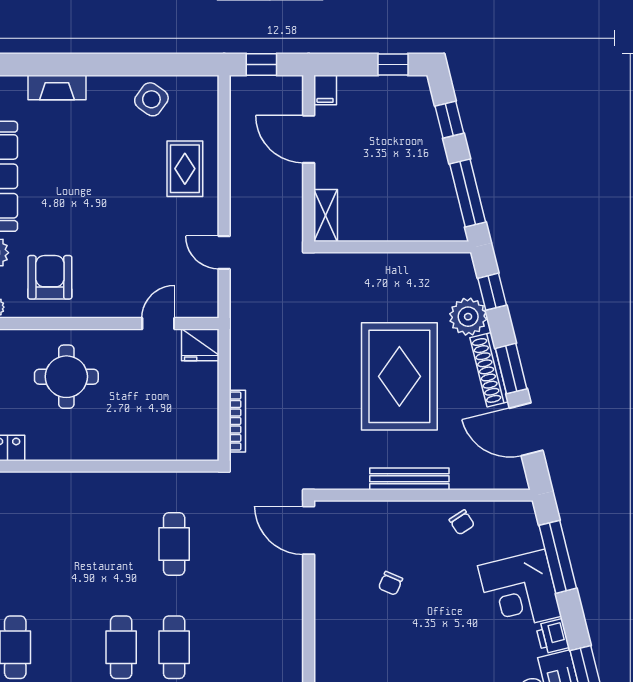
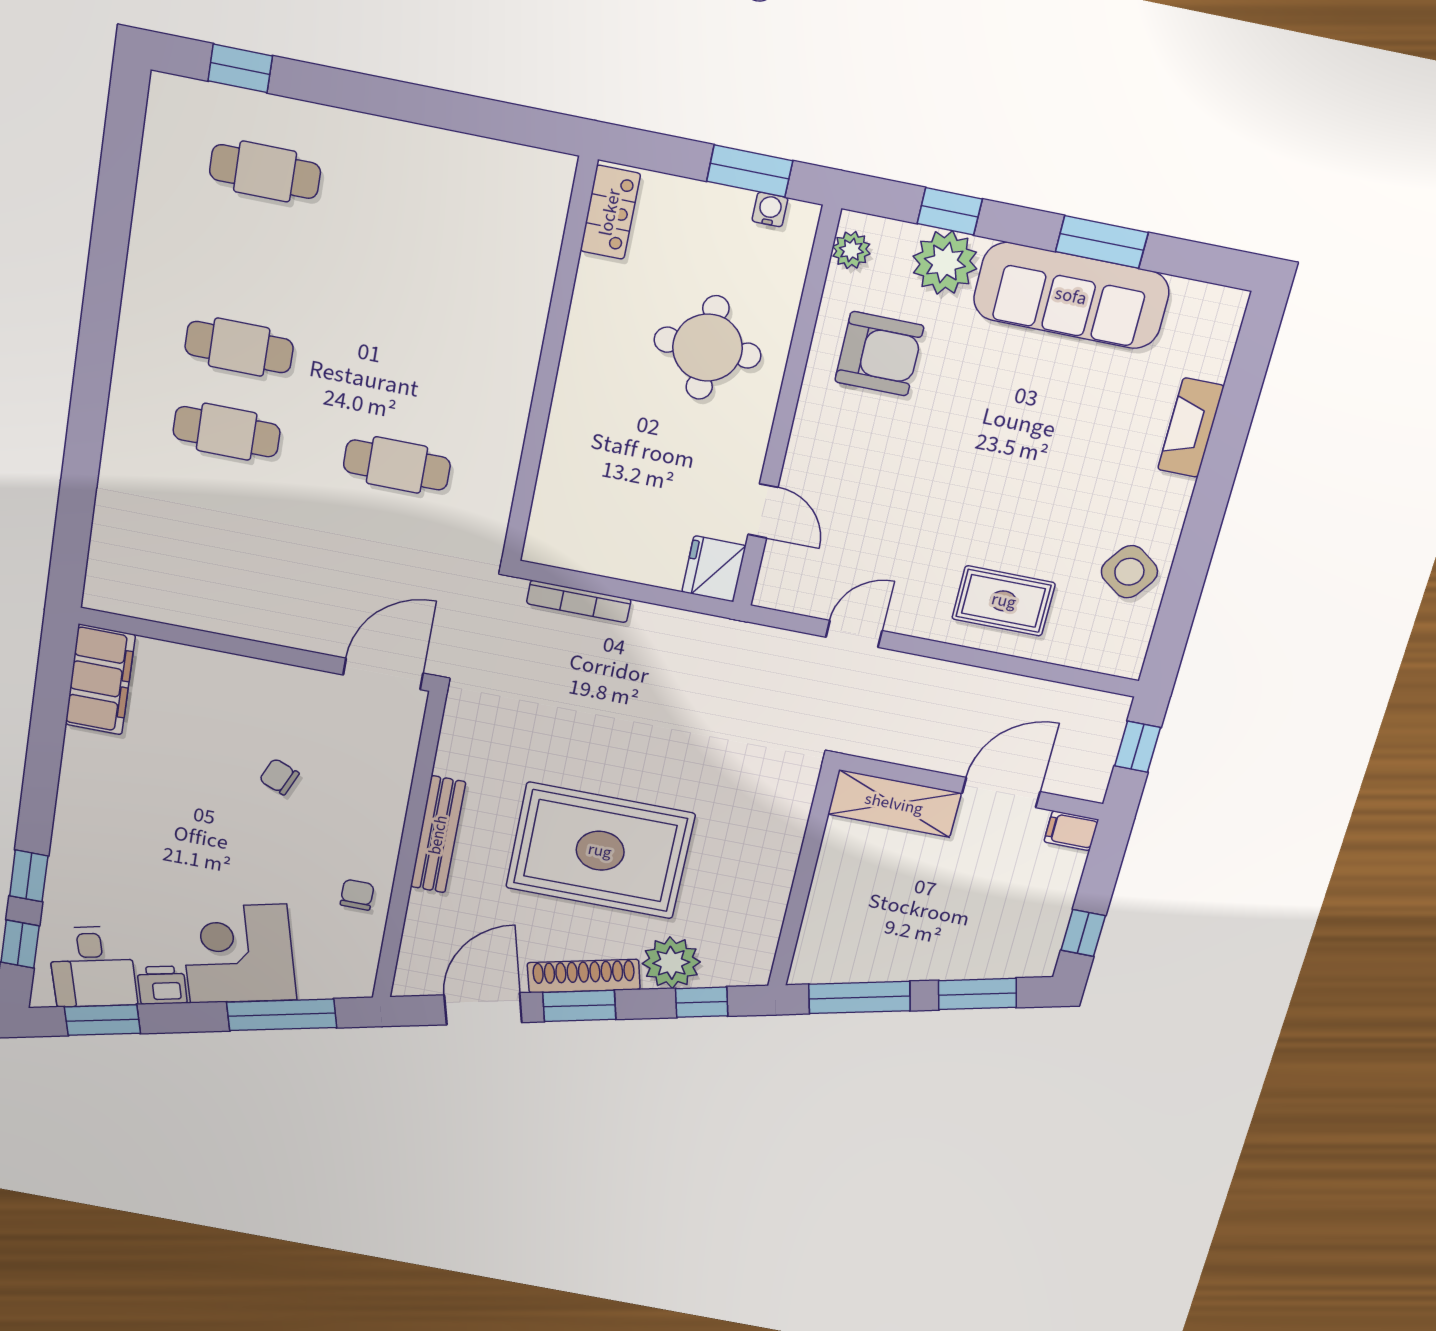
window: (449, 120) -> (977, 994), width x1.50
shelving: (326, 215) -> (894, 804), width x1.50, depth x1.33
chair: (462, 522) -> (357, 895), turned 123

